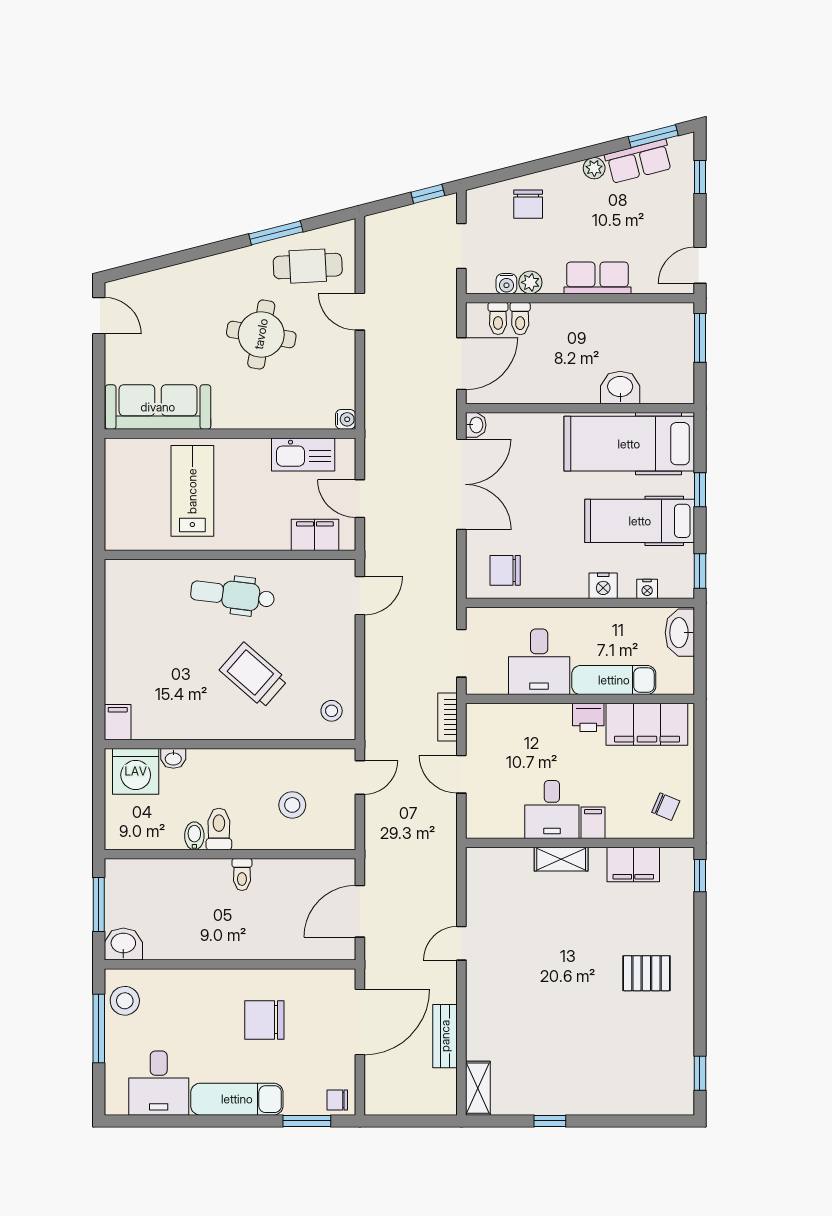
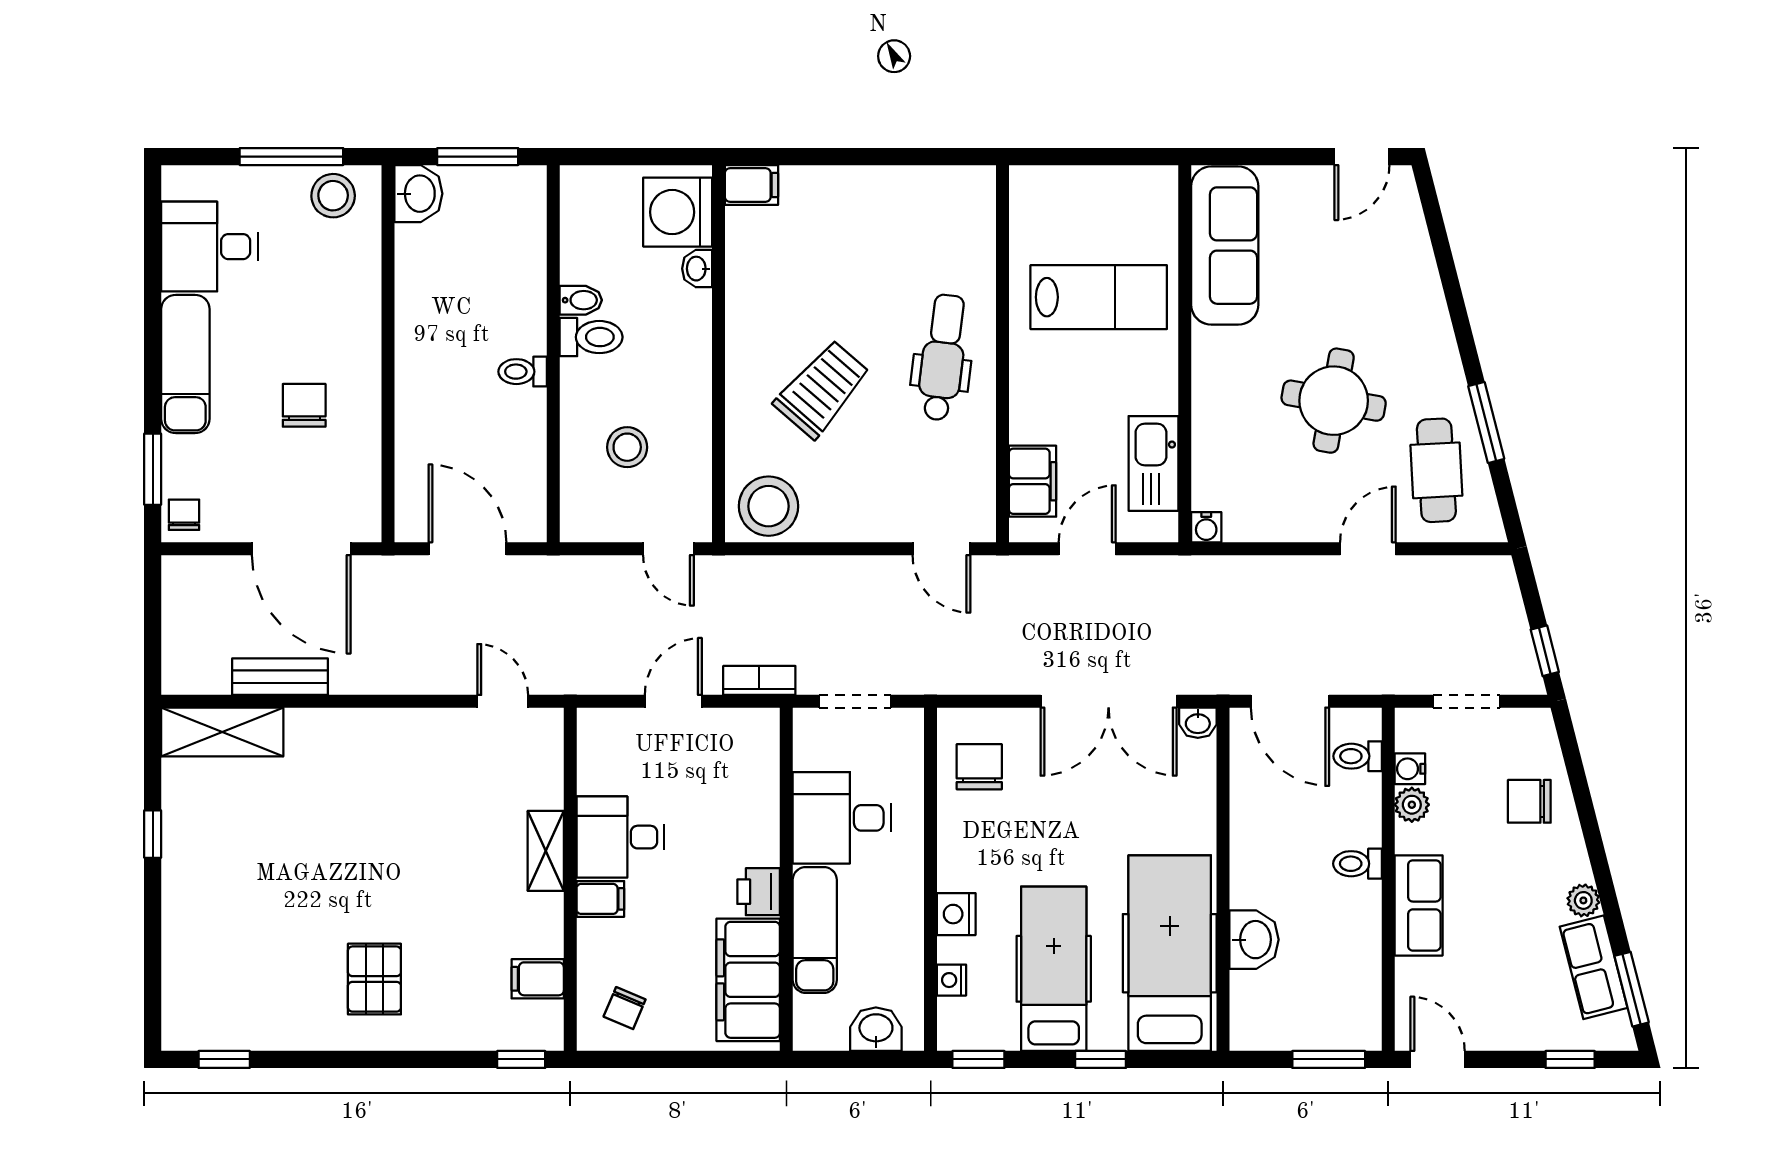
toilet: (520, 319) -> (1358, 864), moved
washbasin: (680, 633) -> (876, 1029), width x0.72
stool: (332, 711) -> (769, 506), width x1.89, depth x1.89
filing cabinet: (633, 865) -> (538, 979), width x0.50
door: (461, 943) -> (503, 701), moved
chair: (264, 1020) -> (304, 405), width x0.73, depth x0.73
shelving: (478, 1088) -> (222, 732), width x1.50, depth x1.33

